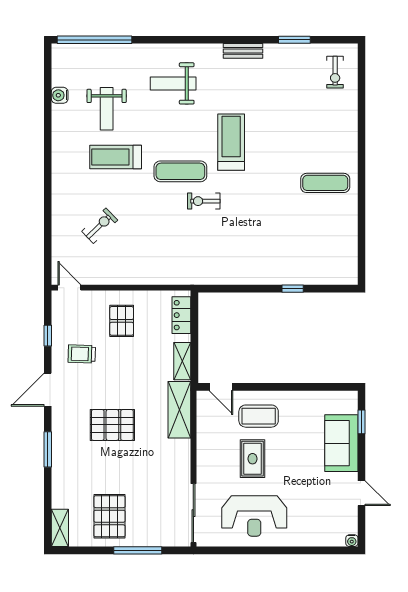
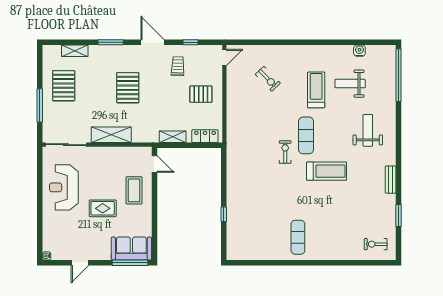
door: (221, 387) -> (155, 164), swing flipped
shelving: (179, 410) -> (111, 135), moved
window: (362, 422) -> (130, 263), width x2.17
sofa: (341, 443) -> (131, 249), moved
rug: (253, 459) -> (103, 208), moved
pallet: (109, 516) -> (64, 86), turned 90
shelving: (60, 528) -> (75, 51), moved

